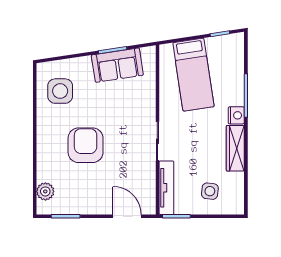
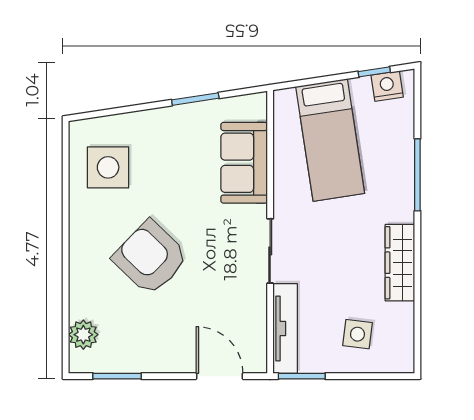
sofa: (117, 65) -> (244, 163), moved, turned 99
nightstand: (236, 115) -> (387, 86), moved, turned -99
armchair: (86, 145) -> (150, 258), turned -46

